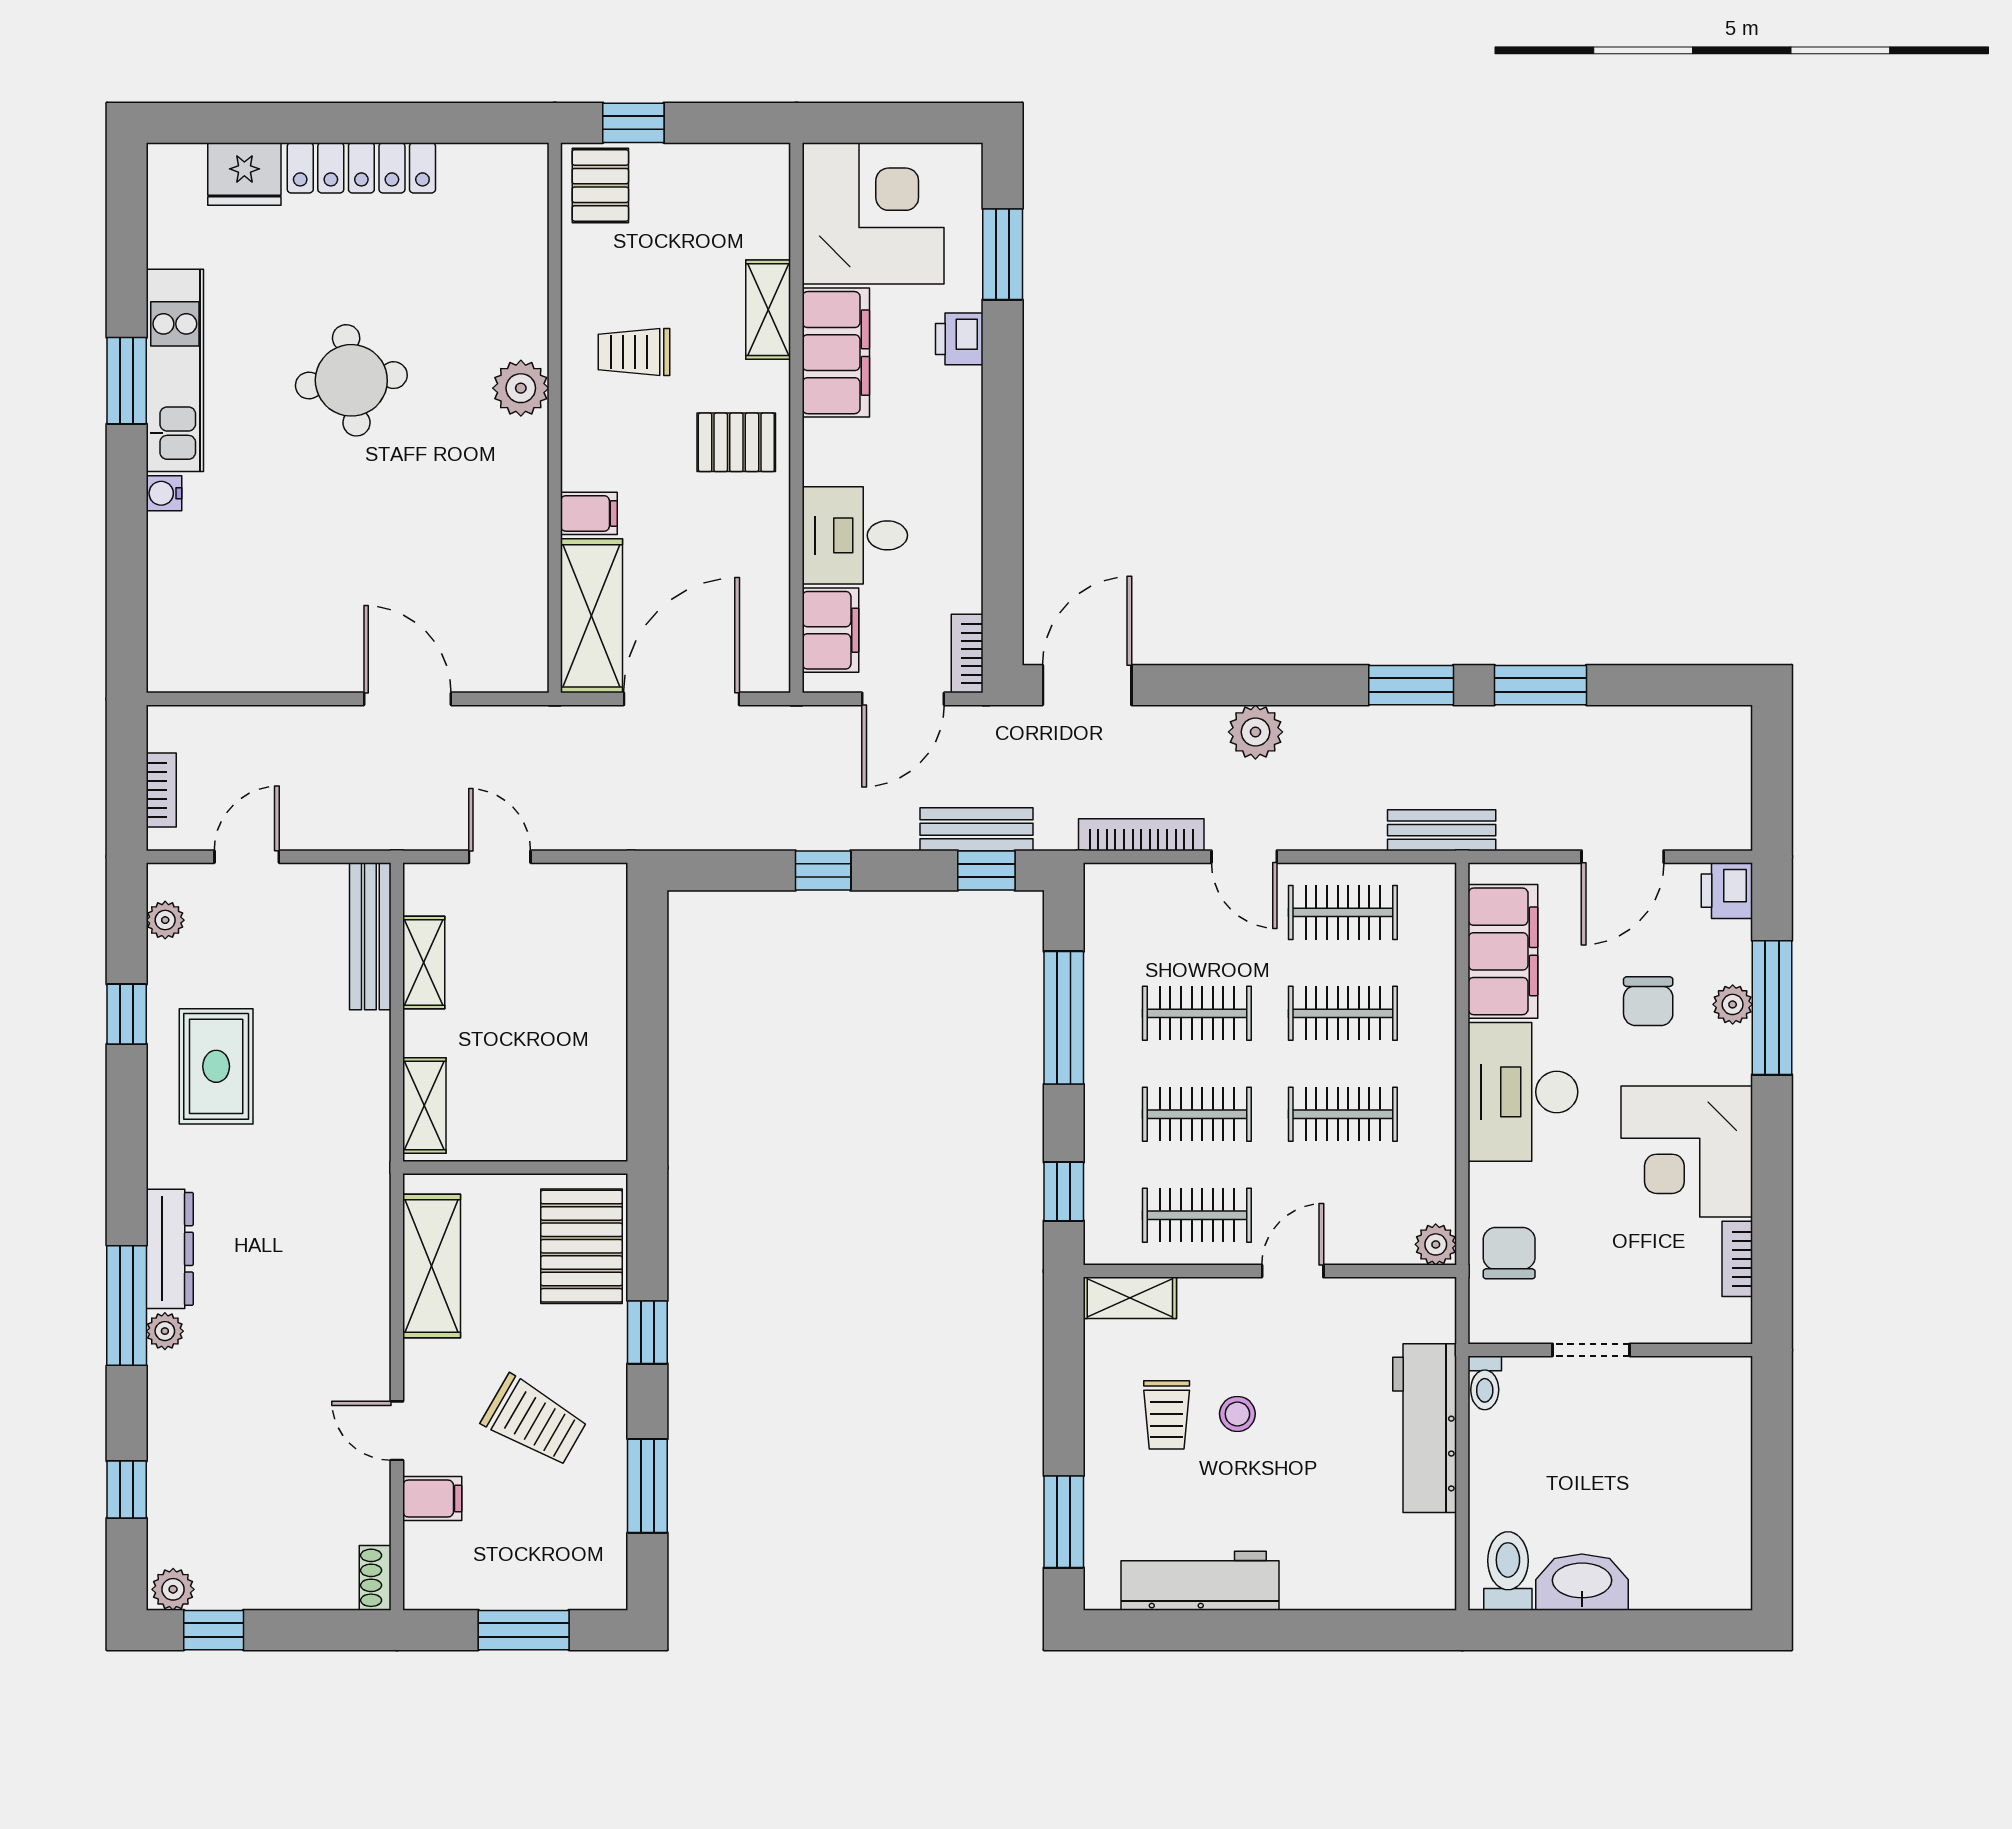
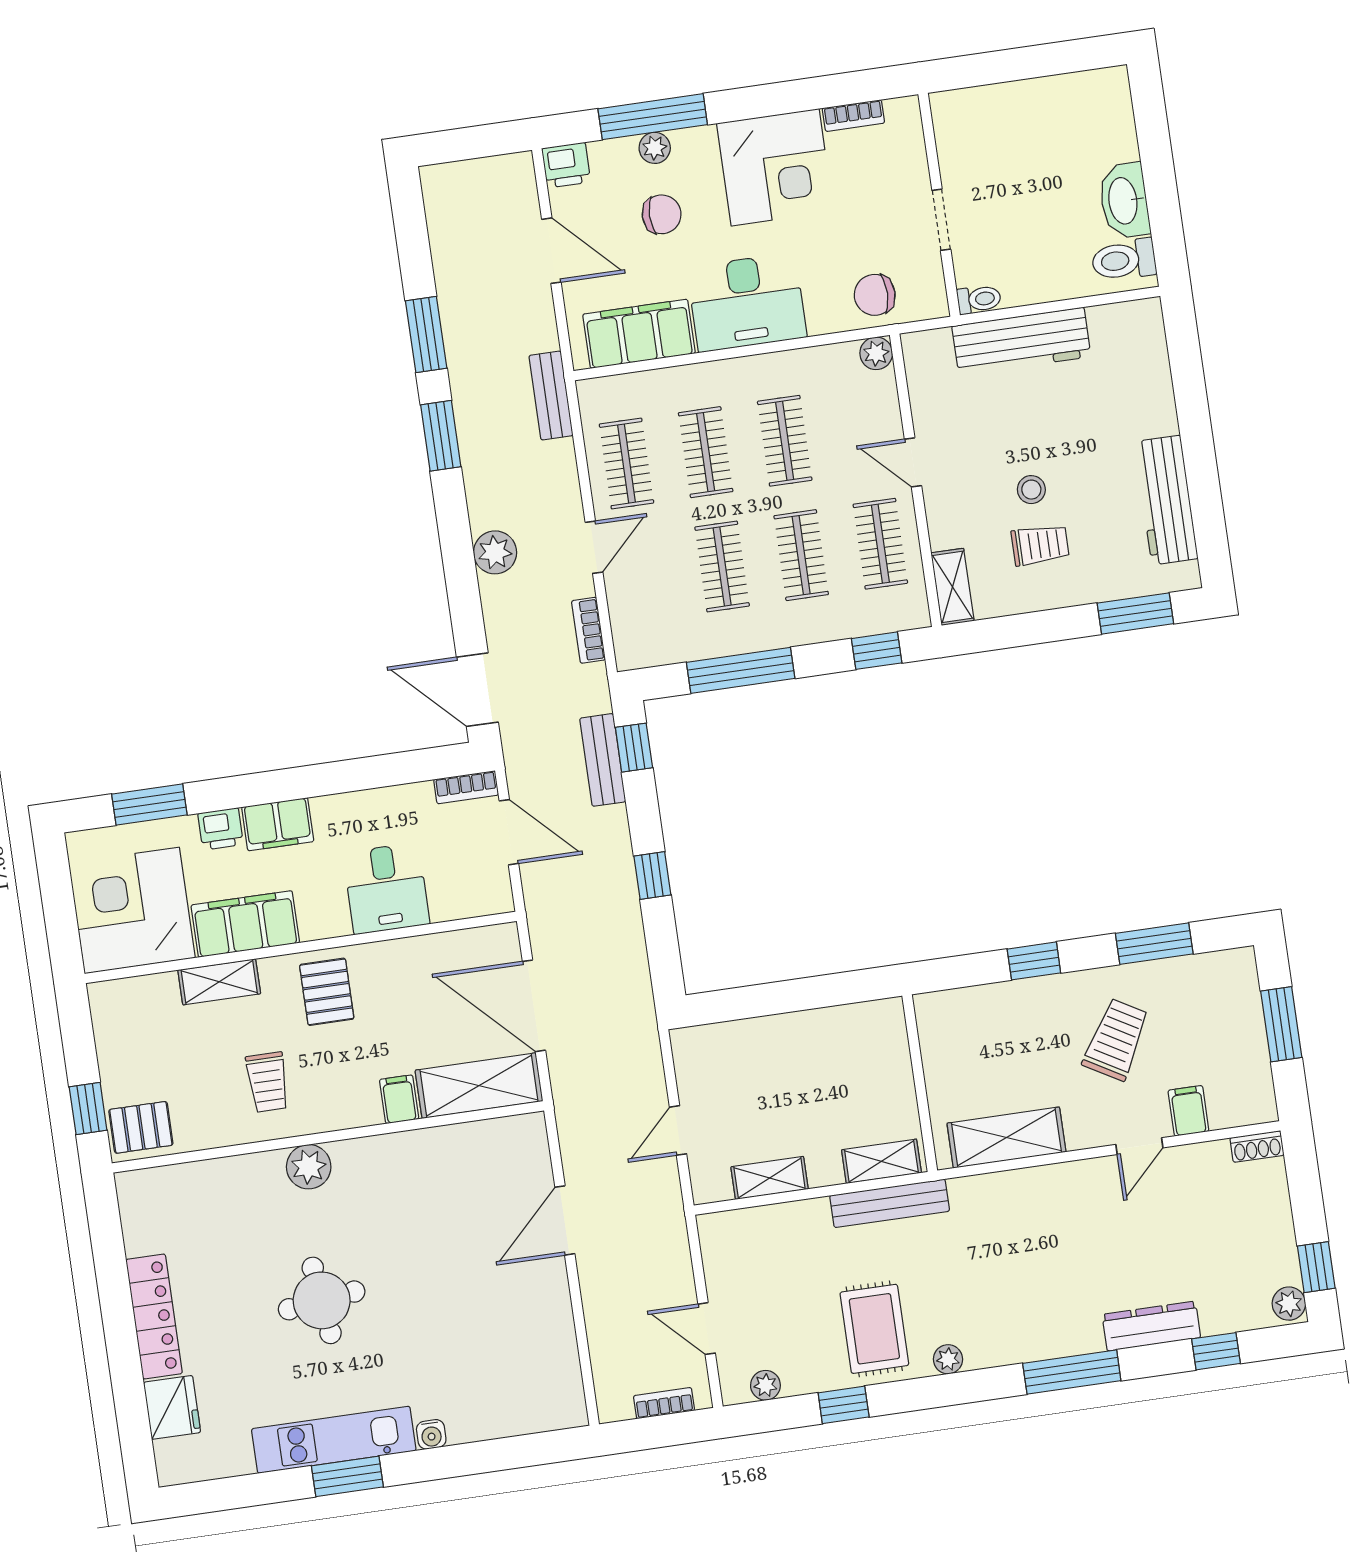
filing cabinet: (830, 630) -> (278, 824), moved, turned 180
bookcase: (1141, 835) -> (588, 630), width x0.64
bench: (370, 936) -> (890, 1203), moved
rug: (216, 1066) -> (874, 1329), turned 90
pallet: (582, 1246) -> (974, 1022), removed
dresser: (170, 1249) -> (1151, 1326), moved
plant: (165, 1331) -> (948, 1359), moved

